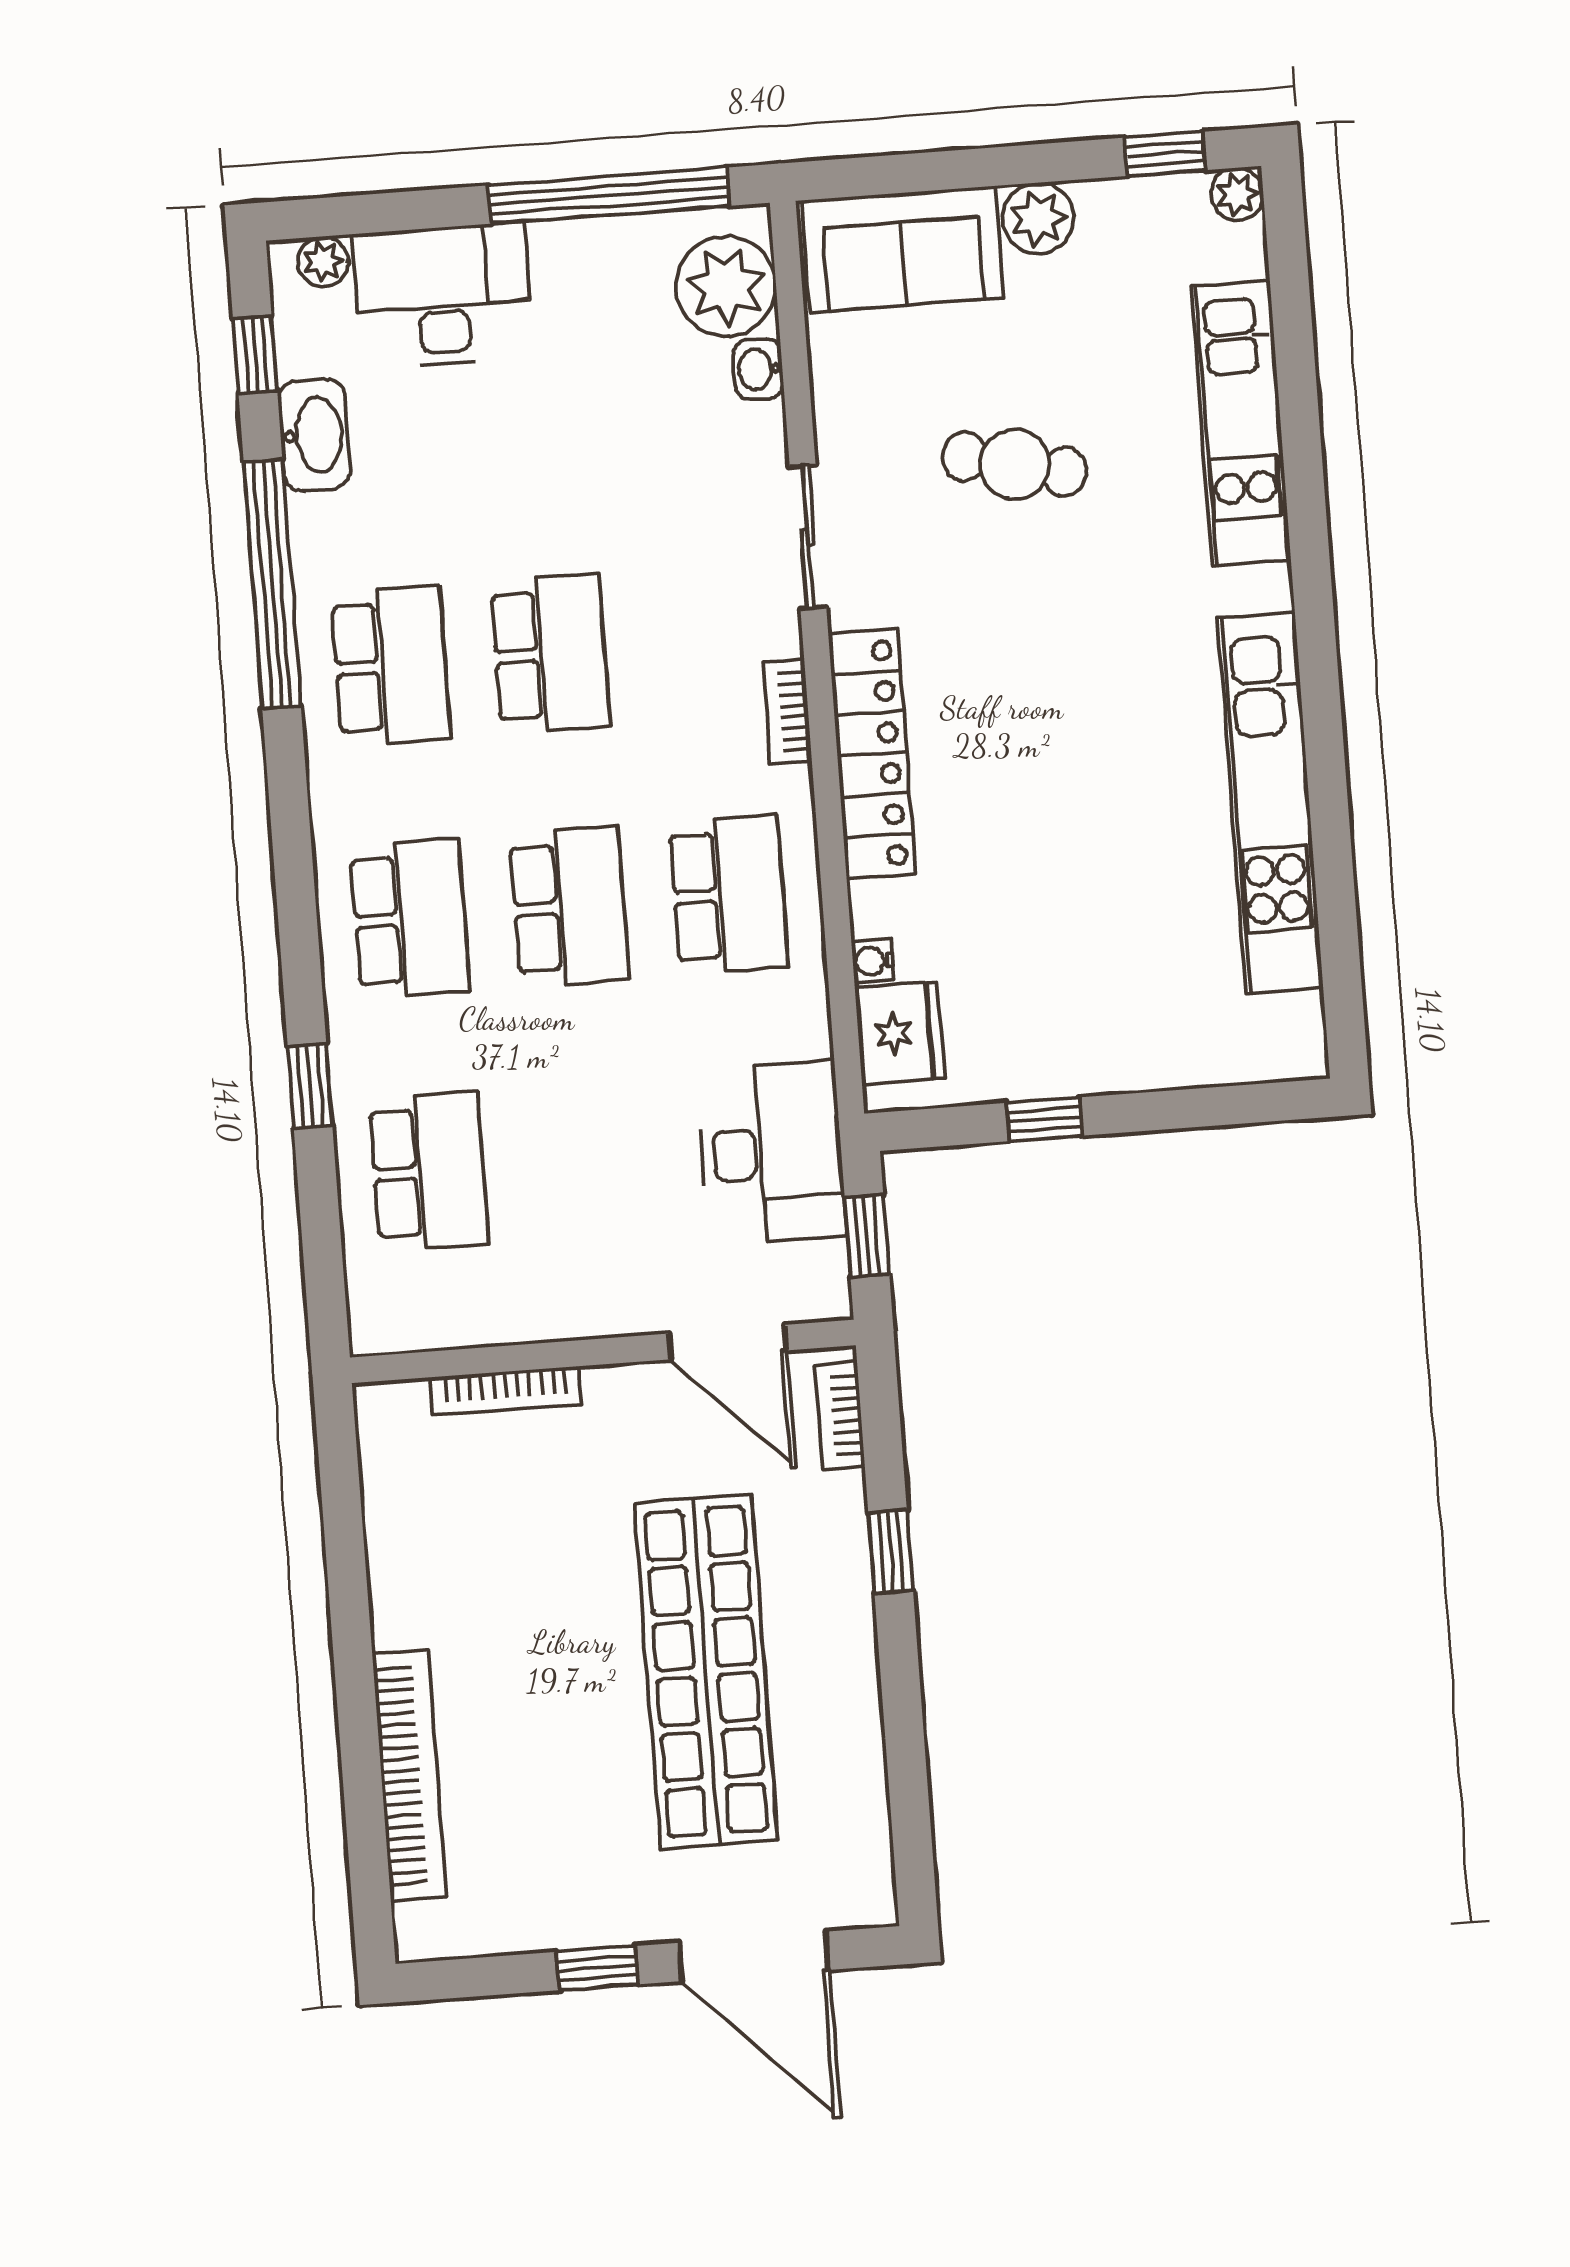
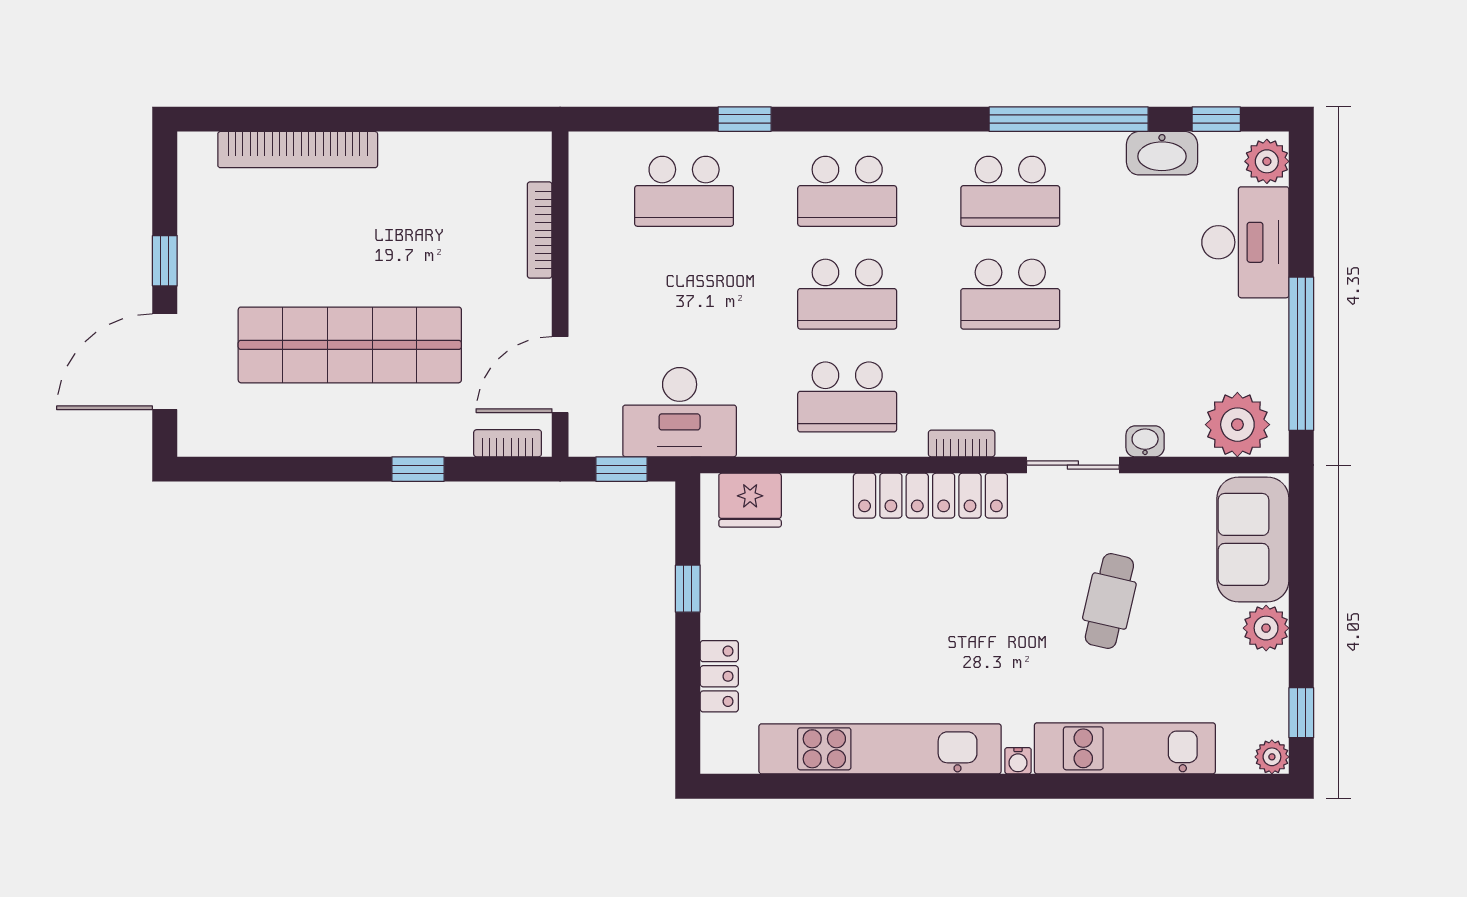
plant: (323, 261) -> (1267, 161), width x1.38, depth x1.38
washbasin: (758, 369) -> (1145, 441), moved
water cooler: (873, 961) -> (1018, 761), moved, turned 180
locker: (1177, 1060) -> (719, 676), added

